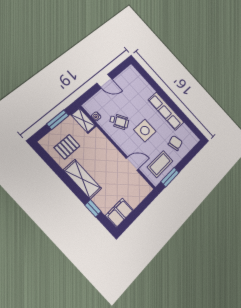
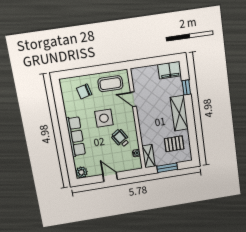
plant: (131, 72) -> (81, 172), added
row of seats: (166, 111) -> (76, 137), moved
window: (170, 177) -> (109, 68), removed

